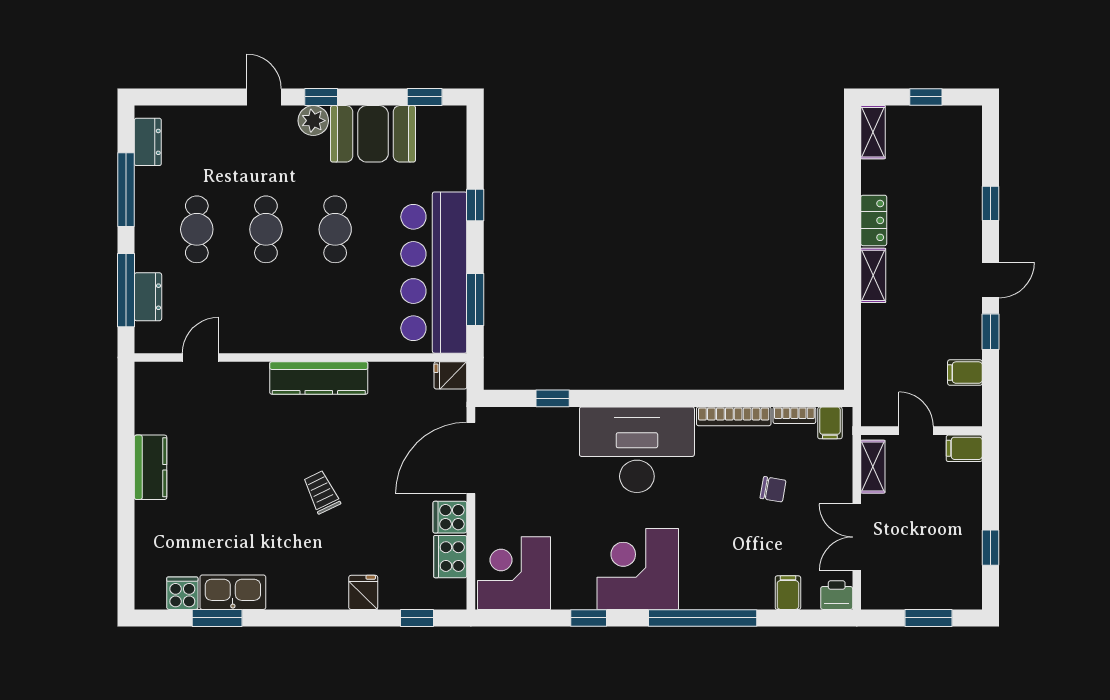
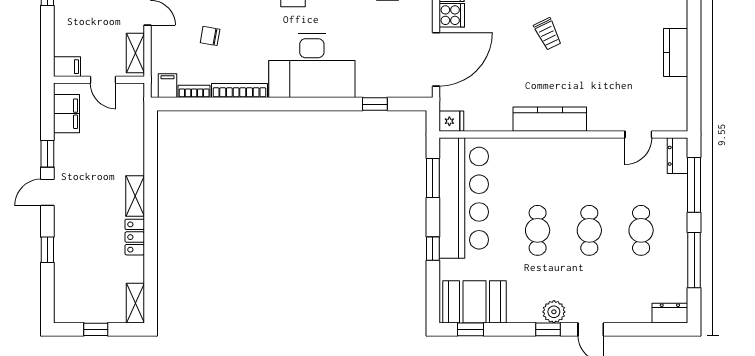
booth: (373, 134) -> (474, 302), moved
dresser: (148, 142) -> (670, 313), moved, turned 90
dresser: (148, 297) -> (678, 156), moved
filing cabinet: (965, 373) -> (67, 114), width x2.00

